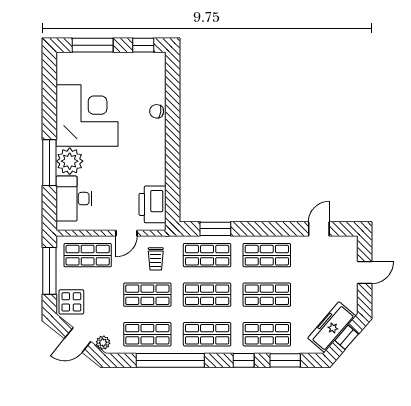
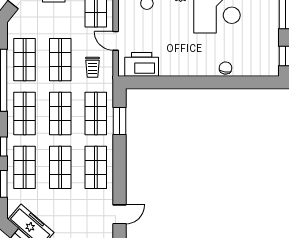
door: (319, 229) -> (119, 214), hinge flipped
trolley: (156, 259) -> (92, 67), turned -90
plant: (103, 343) -> (17, 20), removed

